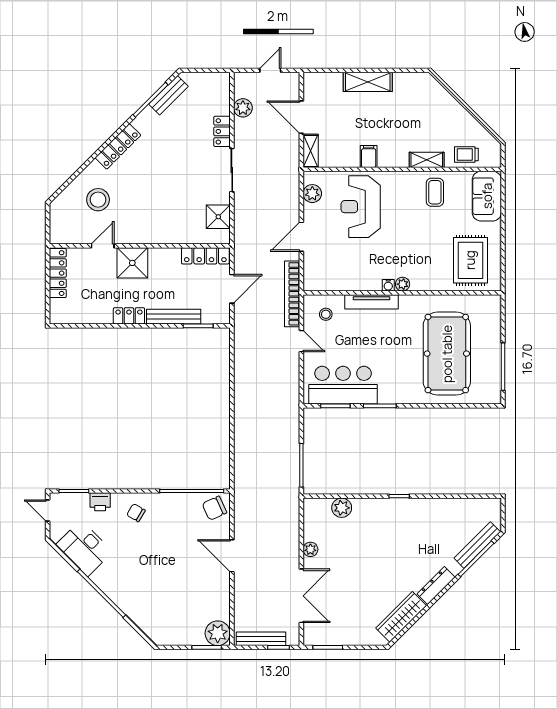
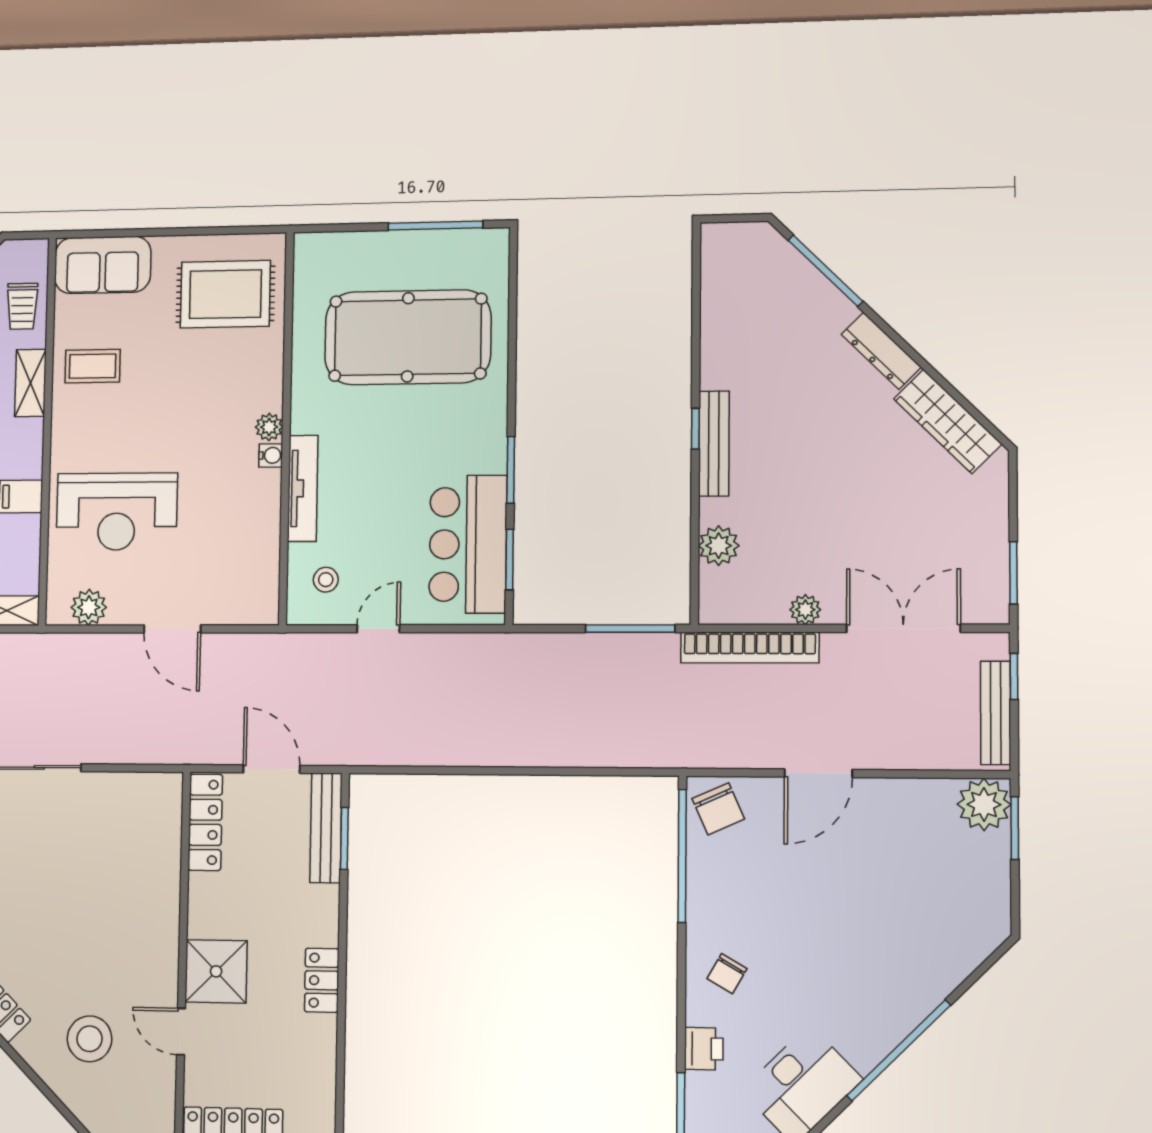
shower: (218, 217) -> (129, 795), removed
bookcase: (292, 294) -> (750, 648), moved
bench: (174, 317) -> (326, 828), moved
bench: (477, 545) -> (714, 444), moved, turned 45

